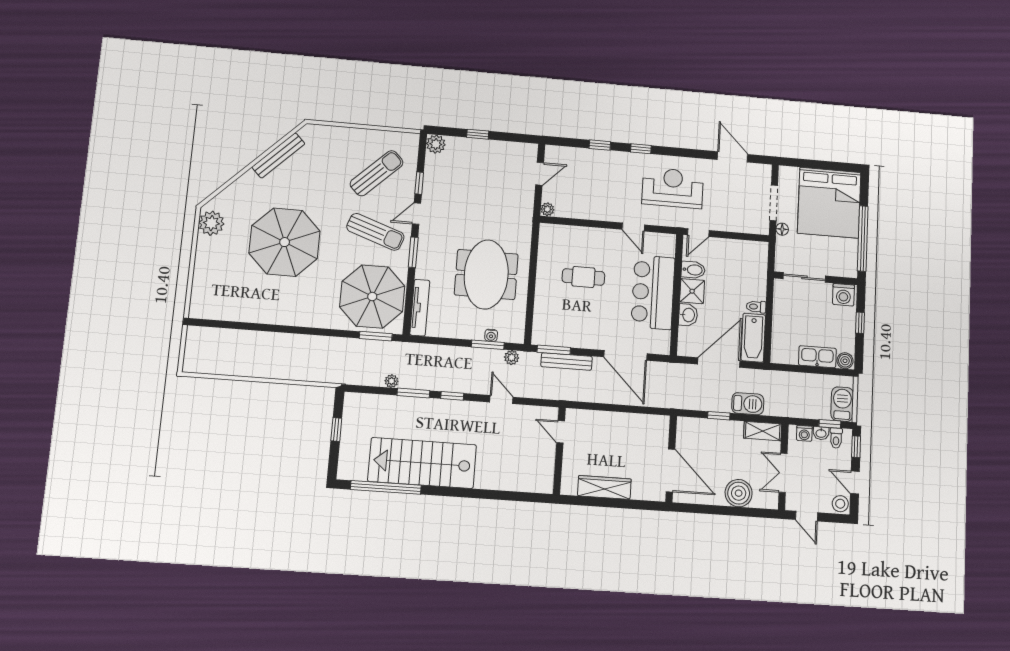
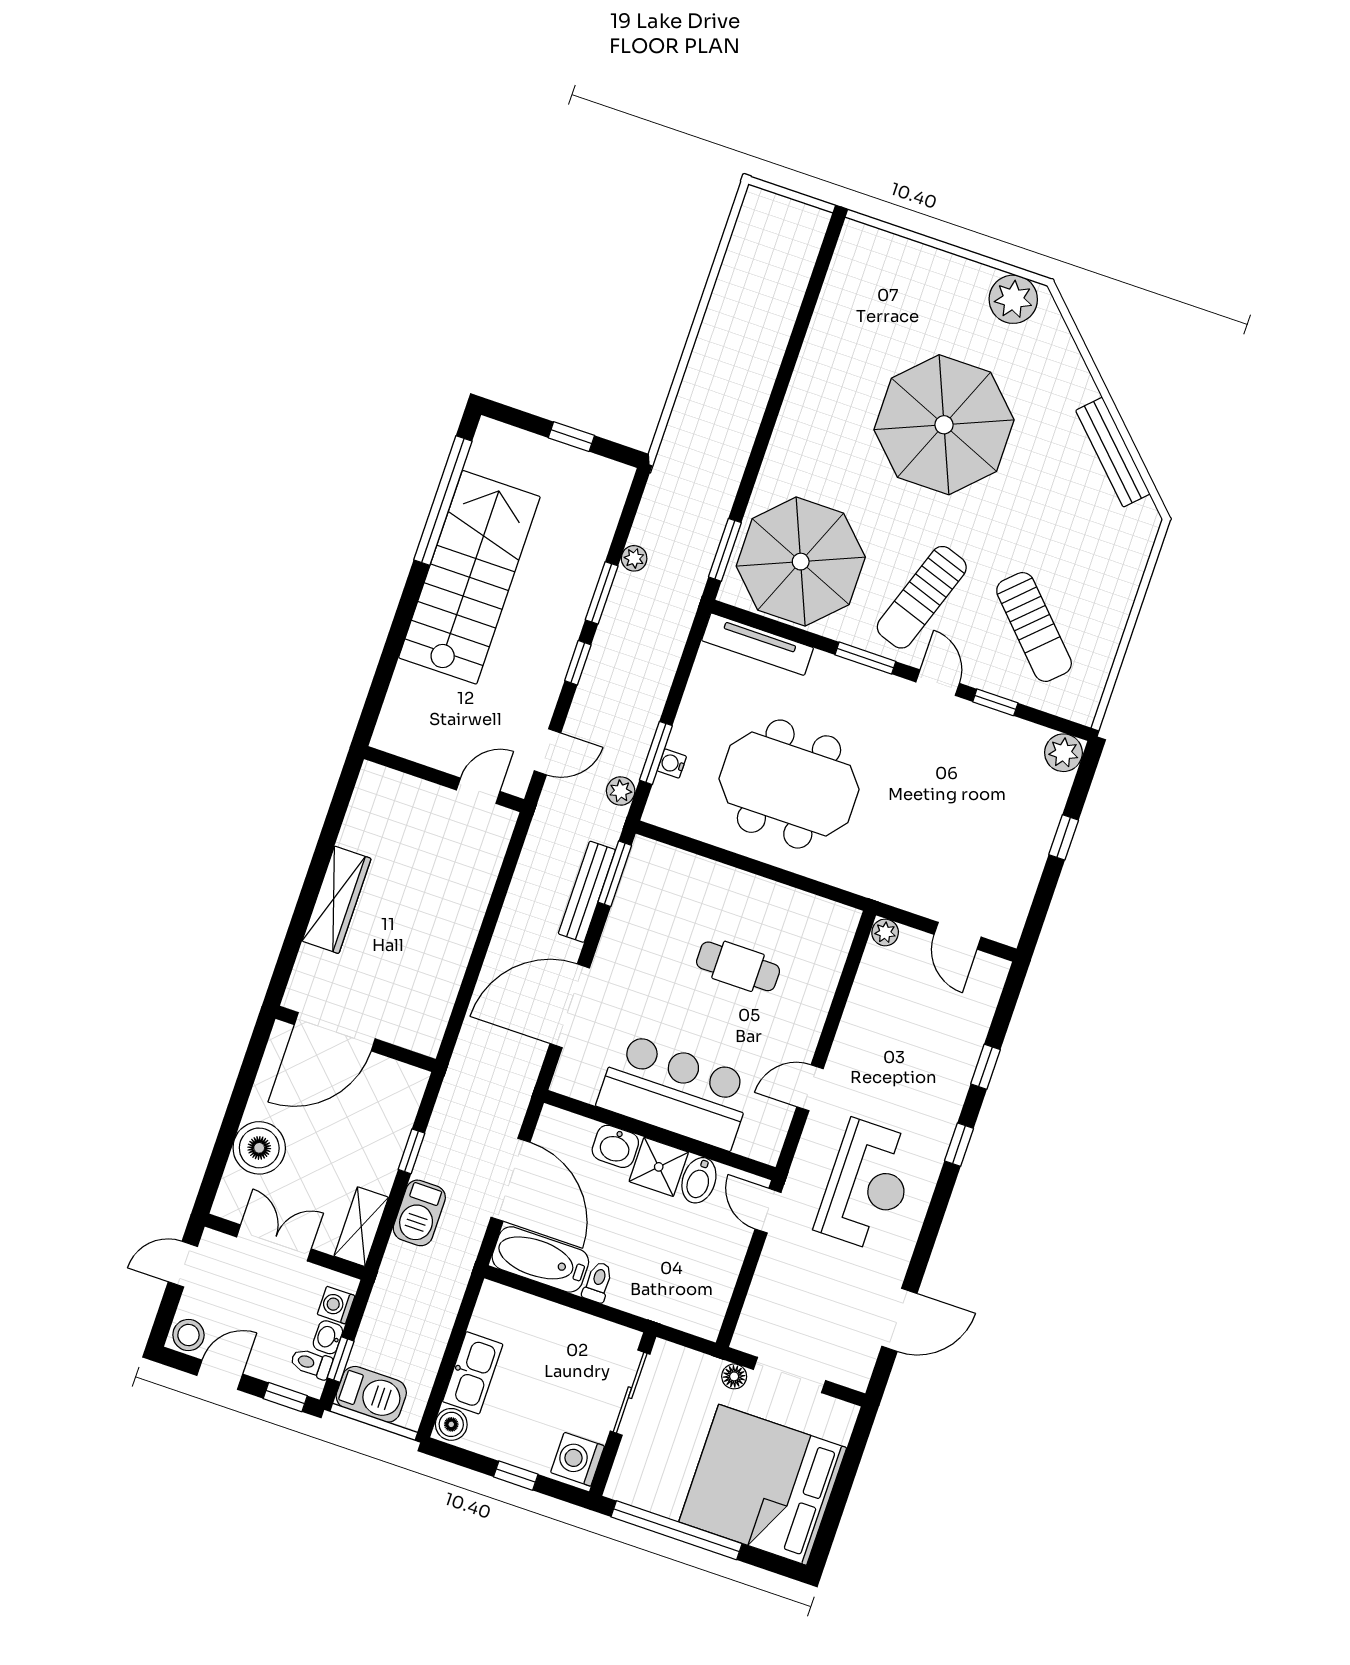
cafe table: (583, 277) -> (738, 966), turned 90
door: (561, 432) -> (478, 791), moved
wall: (559, 451) -> (444, 779), moved

